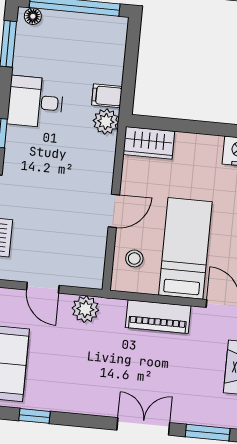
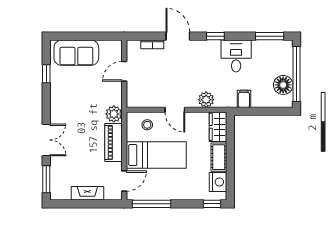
floor lamp: (33, 16) -> (283, 85), moved, width x1.89, depth x1.89
plant: (106, 122) -> (206, 100), moved
cot: (199, 146) -> (219, 157), added
plant: (85, 309) -> (114, 114), moved

